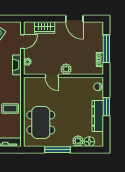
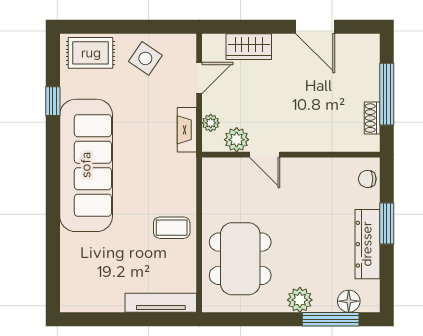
plant: (66, 69) -> (237, 140), moved
plant: (78, 141) -> (300, 300), moved
window: (57, 150) -> (331, 319), moved

